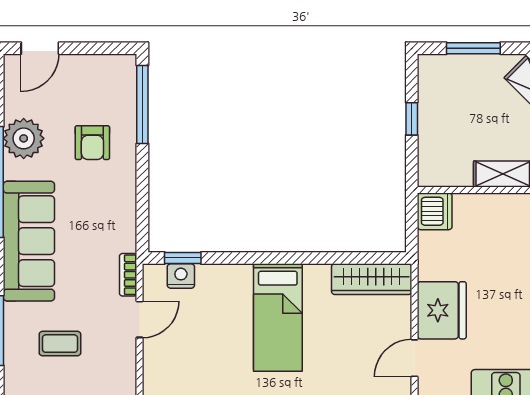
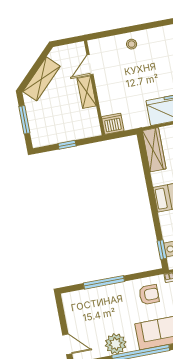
window: (142, 104) -> (104, 282), moved
armchair: (92, 143) -> (149, 295), moved

